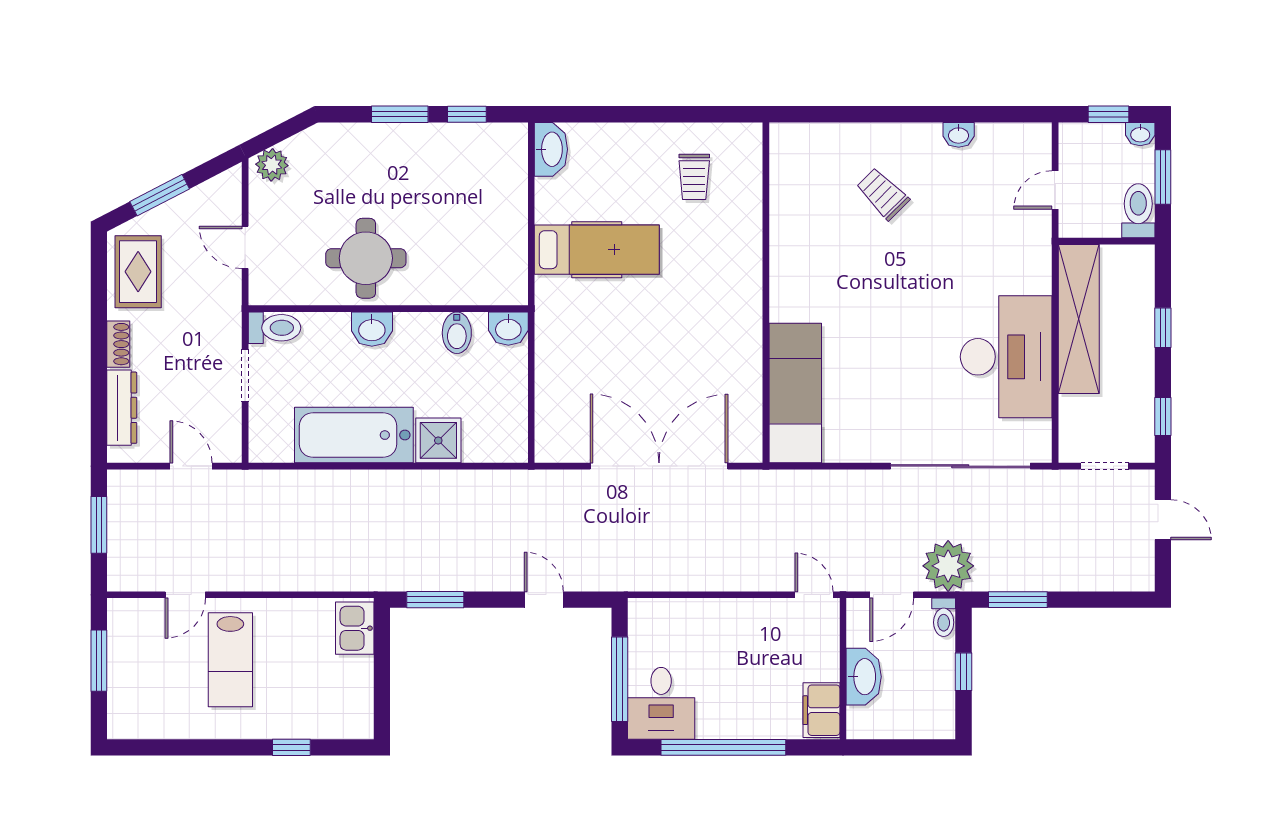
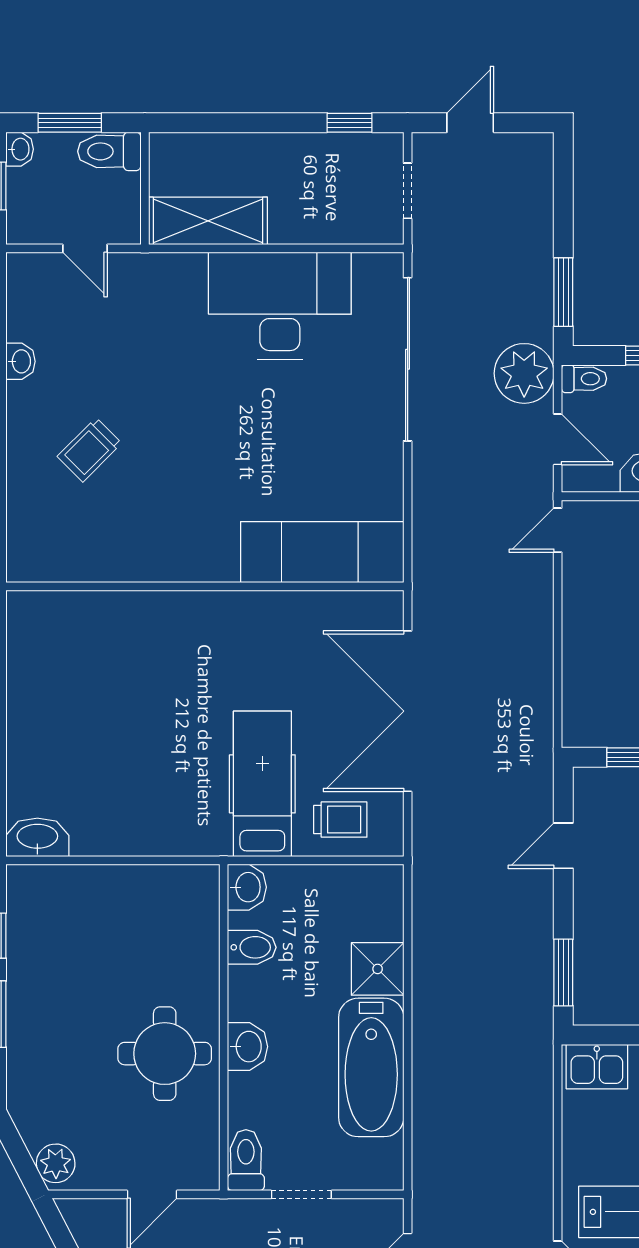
trolley: (694, 177) -> (340, 820), moved
hospital bed: (597, 250) -> (262, 784), moved
shelving: (1079, 319) -> (208, 221), width x0.68
window: (1163, 328) -> (246, 123), removed

